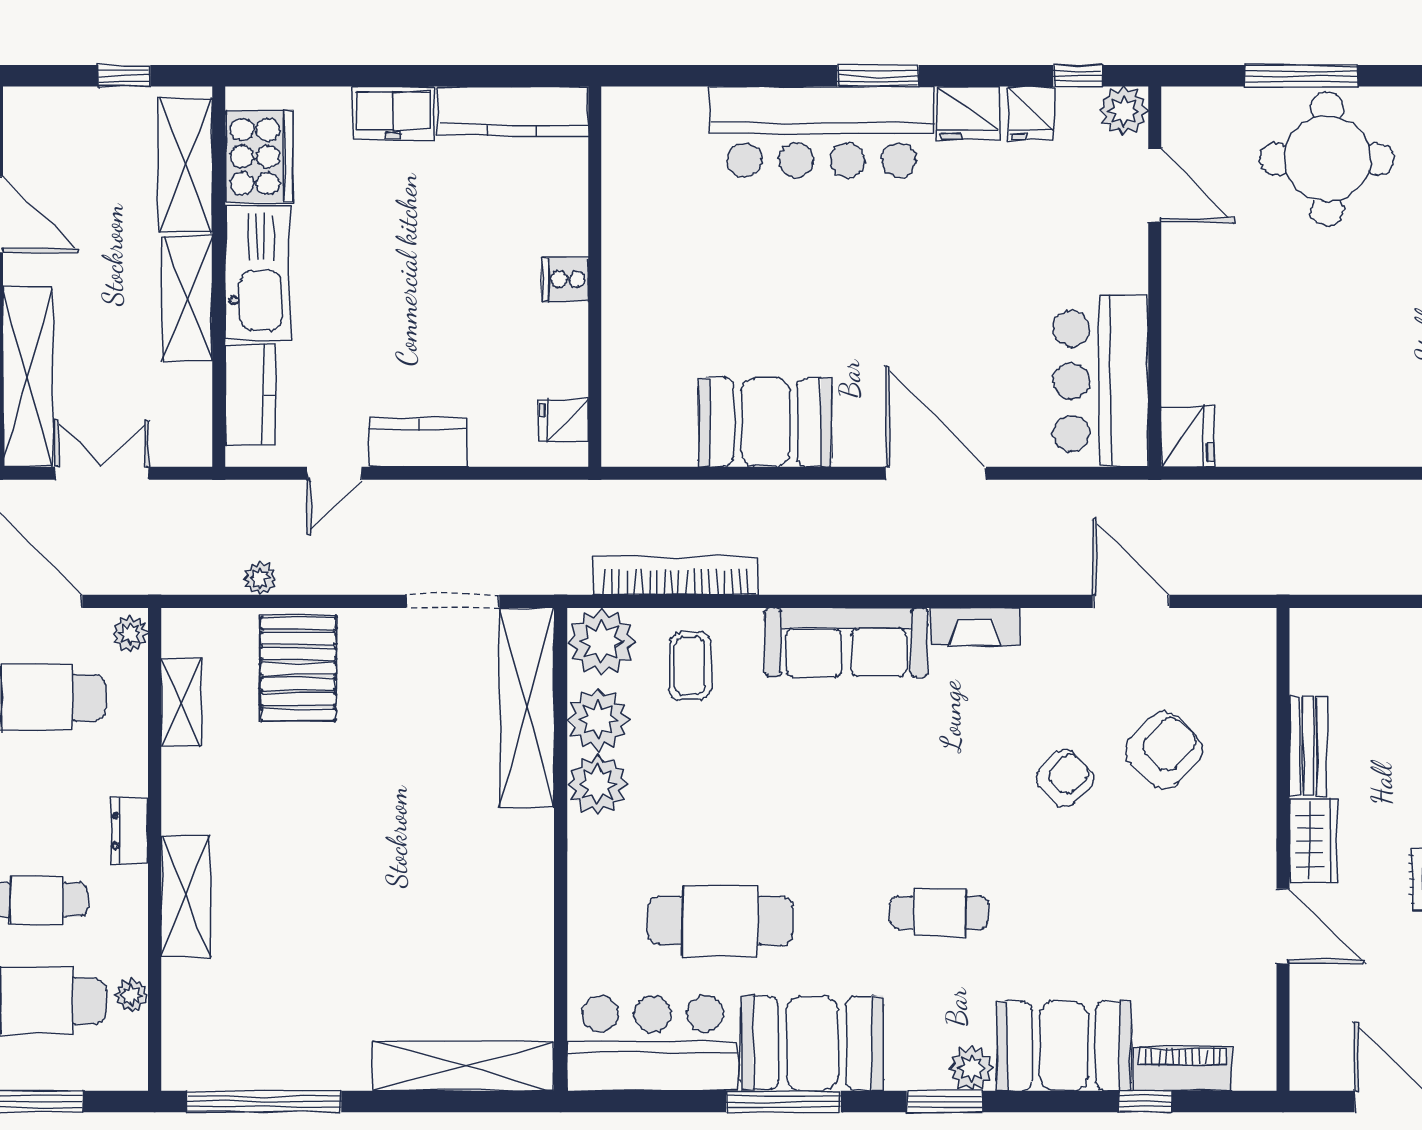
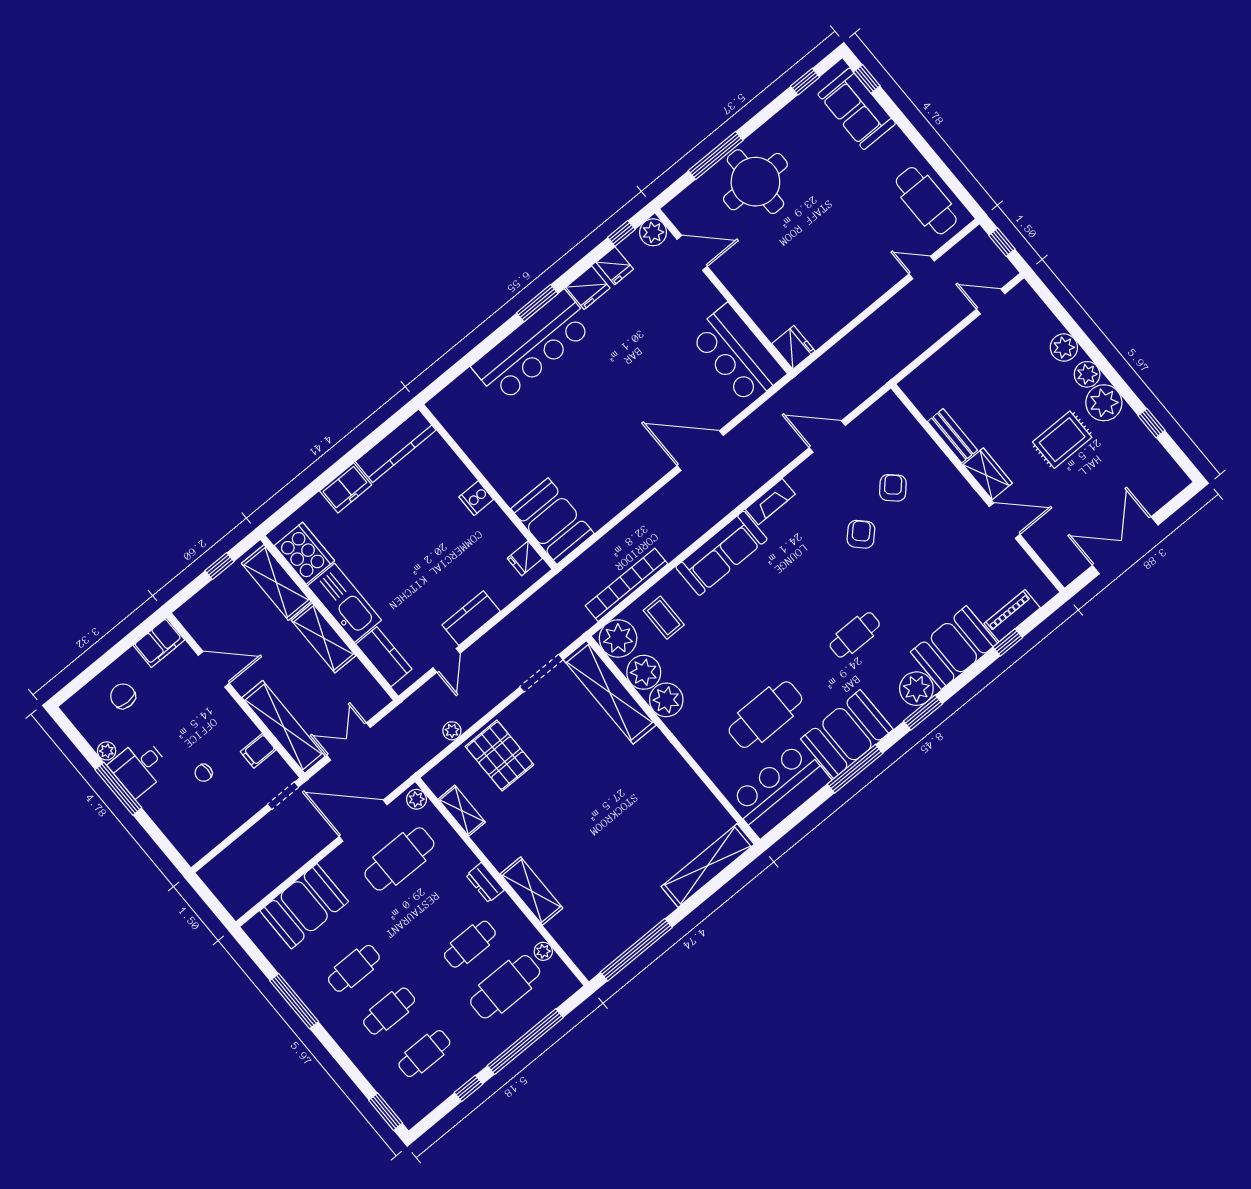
booth: (765, 422) -> (553, 521), moved, turned 90
armchair: (1164, 750) -> (893, 488), width x0.72, depth x0.72
plant: (971, 1068) -> (916, 689), width x1.36, depth x1.36

